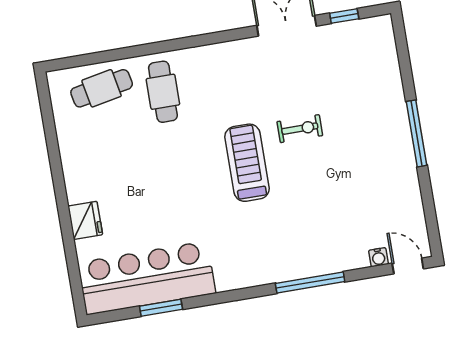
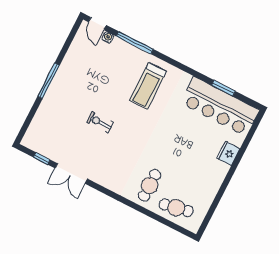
treadmill: (247, 163) -> (148, 86), moved
window: (310, 282) -> (135, 43), moved

